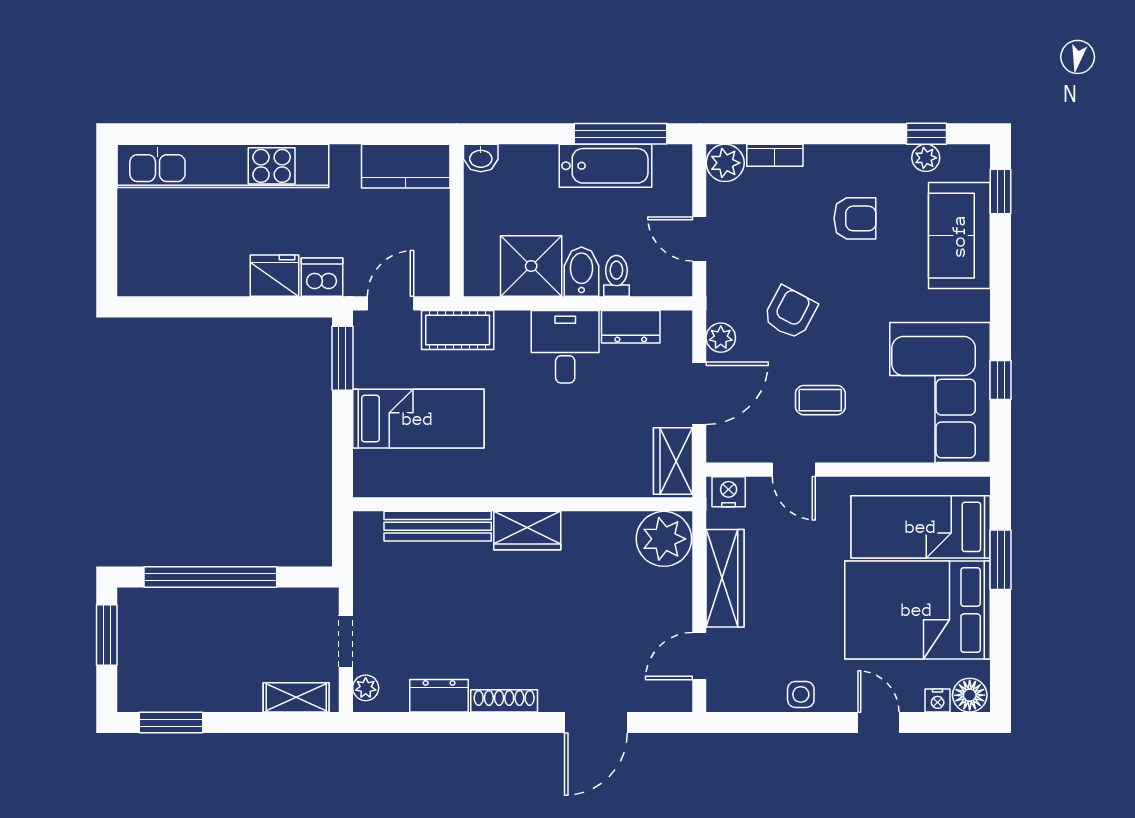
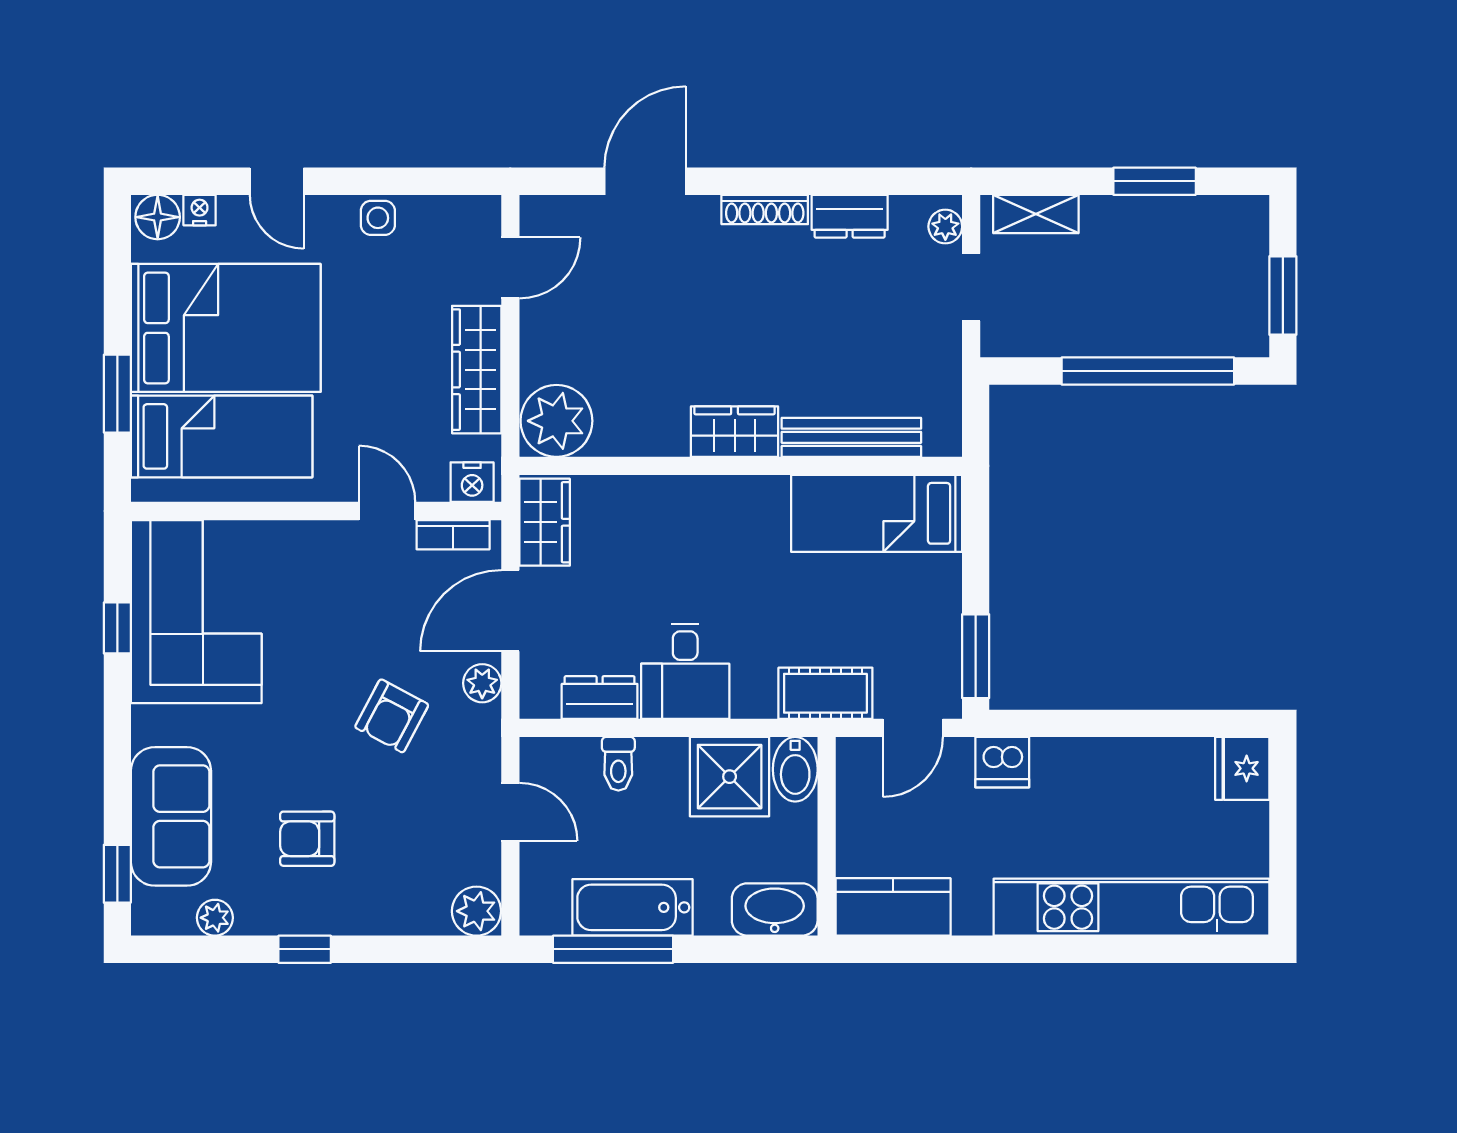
window: (927, 134) -> (305, 949), moved
bookcase: (775, 155) -> (453, 535), moved, turned 180
washbasin: (481, 158) -> (775, 909), width x1.91, depth x1.45
bidet: (581, 272) -> (795, 769), moved
fridge: (274, 276) -> (1242, 768), moved, turned 90
coffee table: (820, 400) -> (352, 602), removed
bed: (418, 419) -> (877, 513), moved
window: (171, 723) -> (1155, 181), moved

